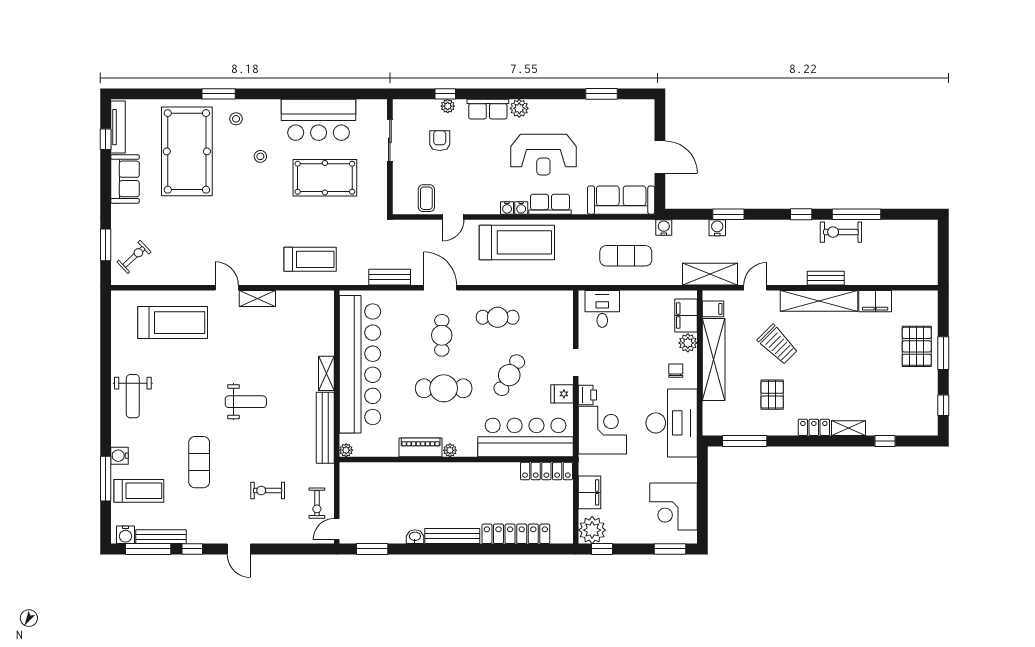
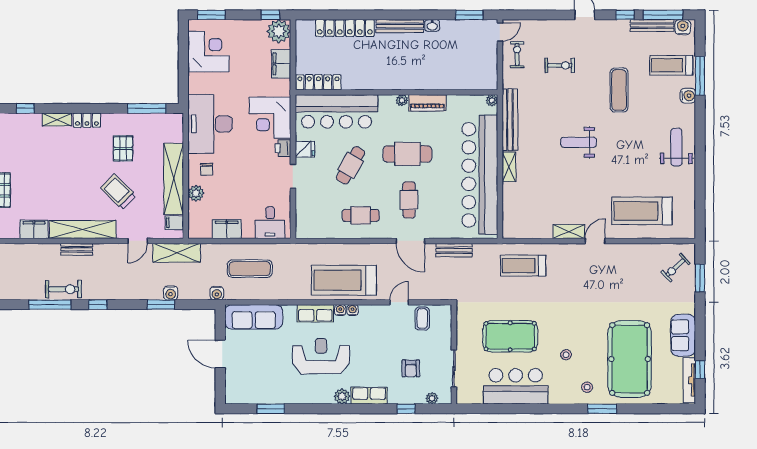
plant: (448, 106) -> (432, 398), moved
door: (227, 288) -> (595, 241), swing flipped
filing cabinet: (686, 316) -> (227, 229), moved, turned -90

